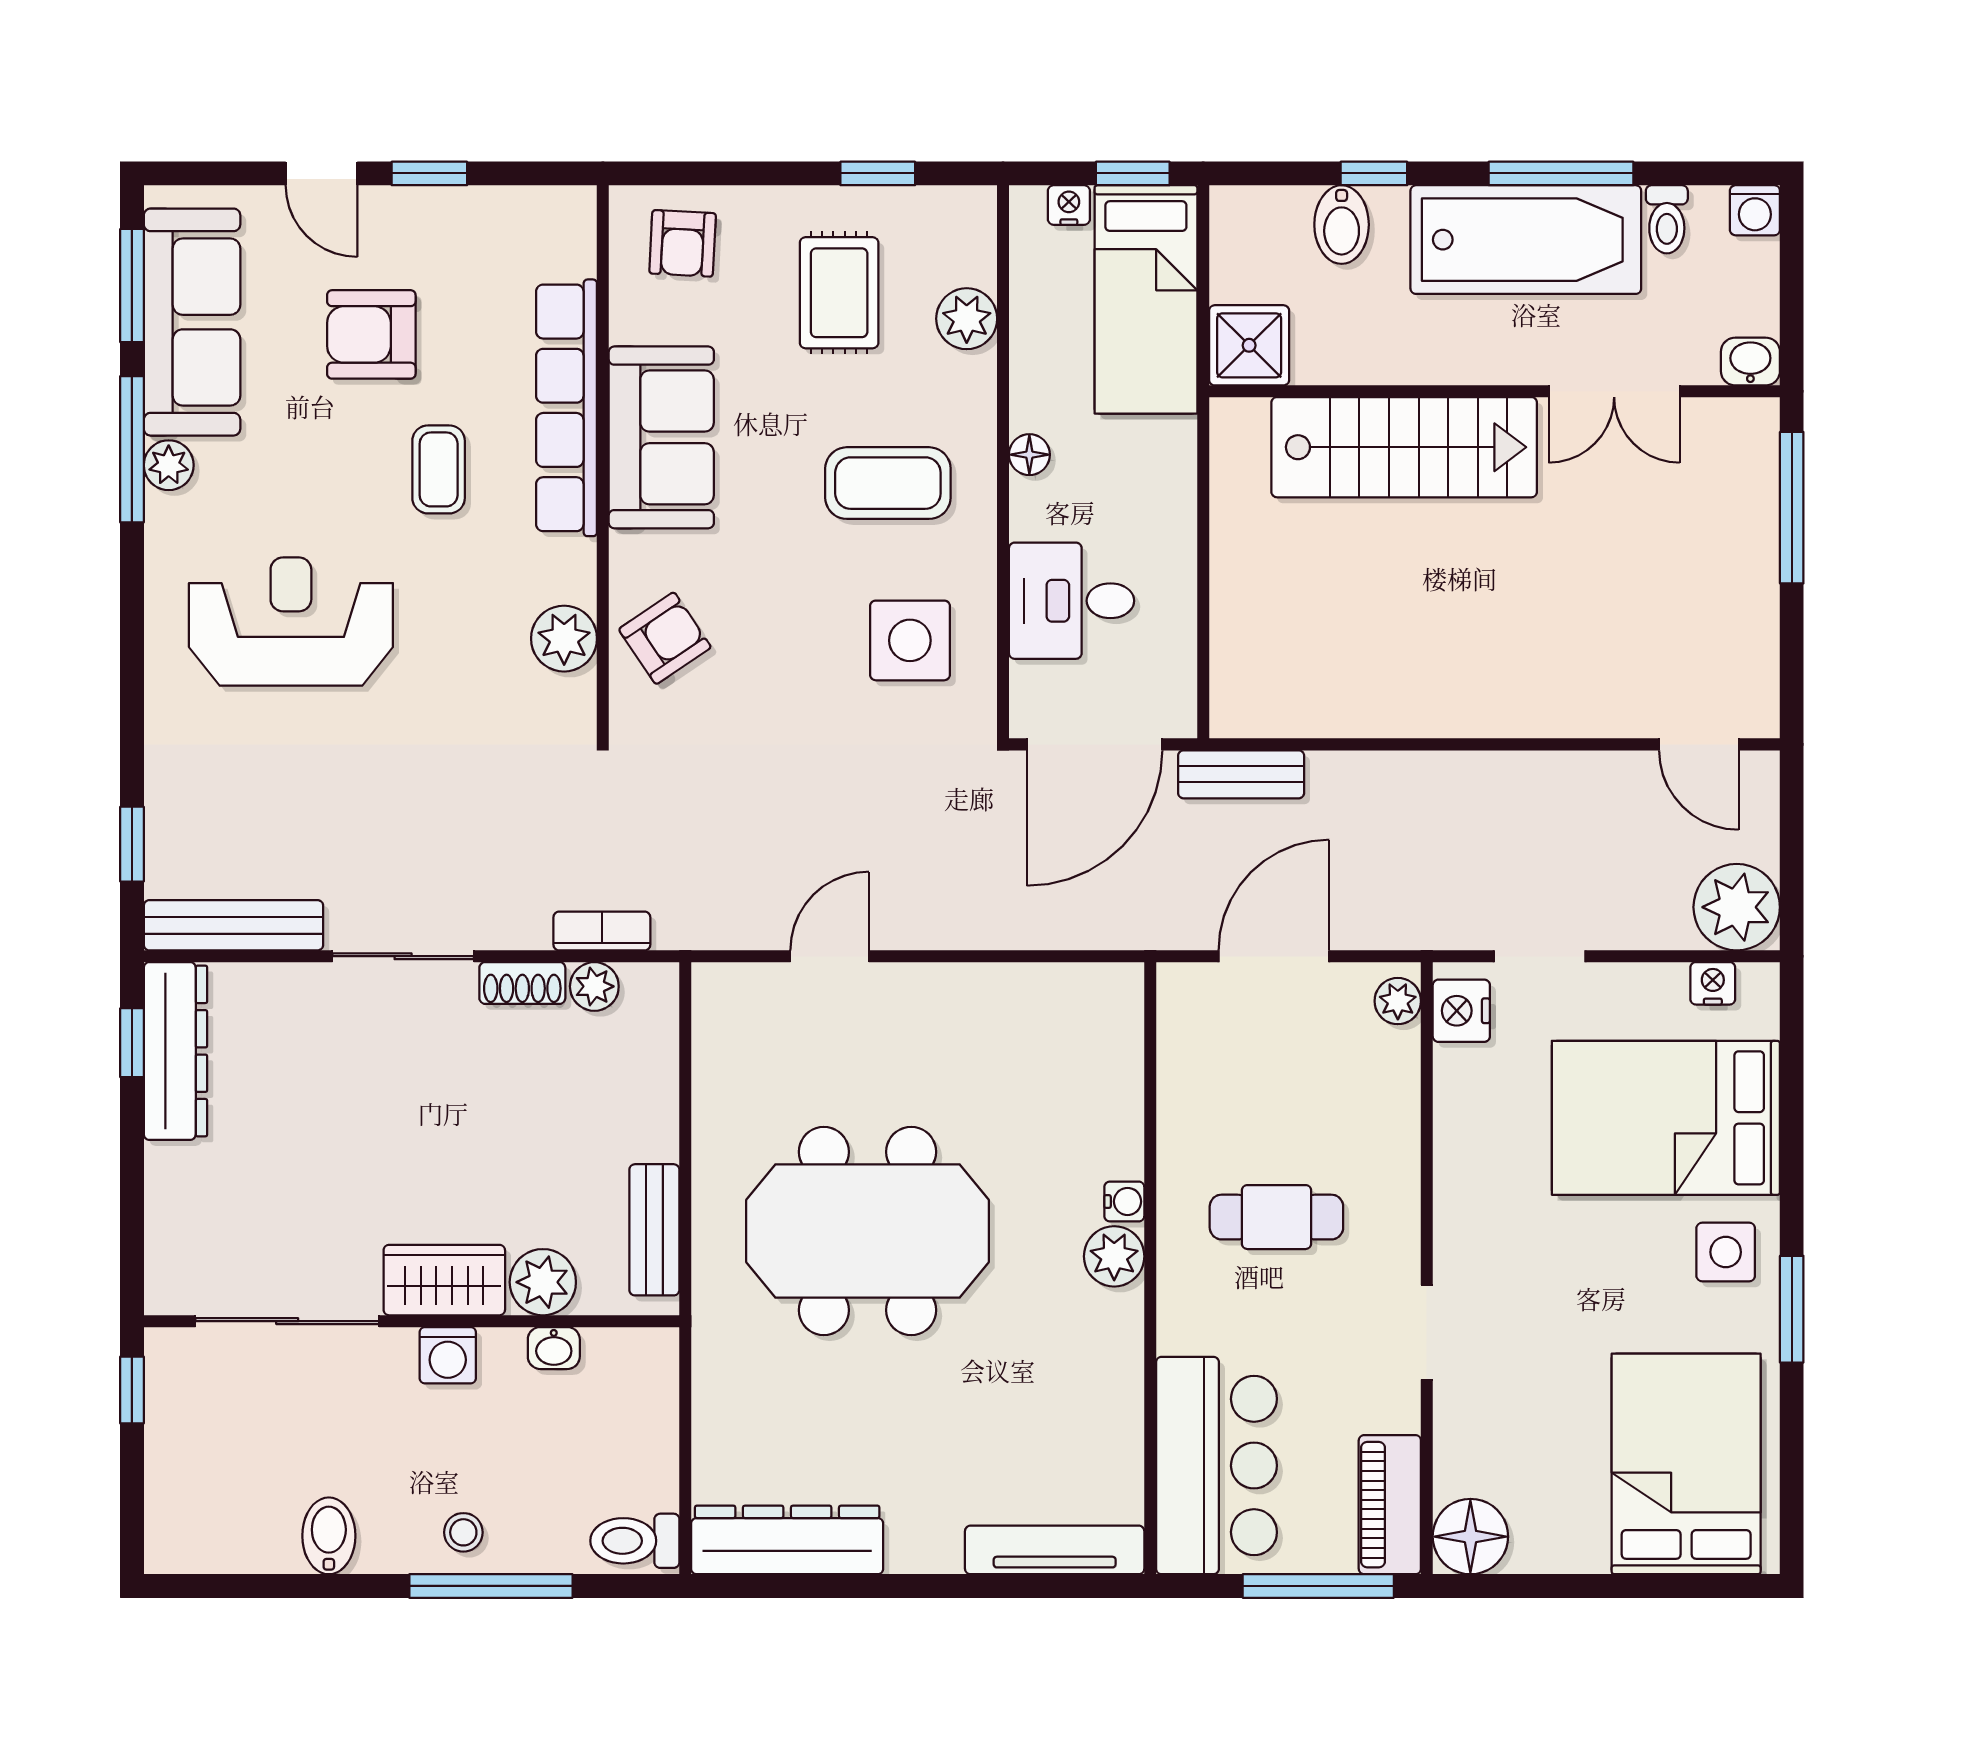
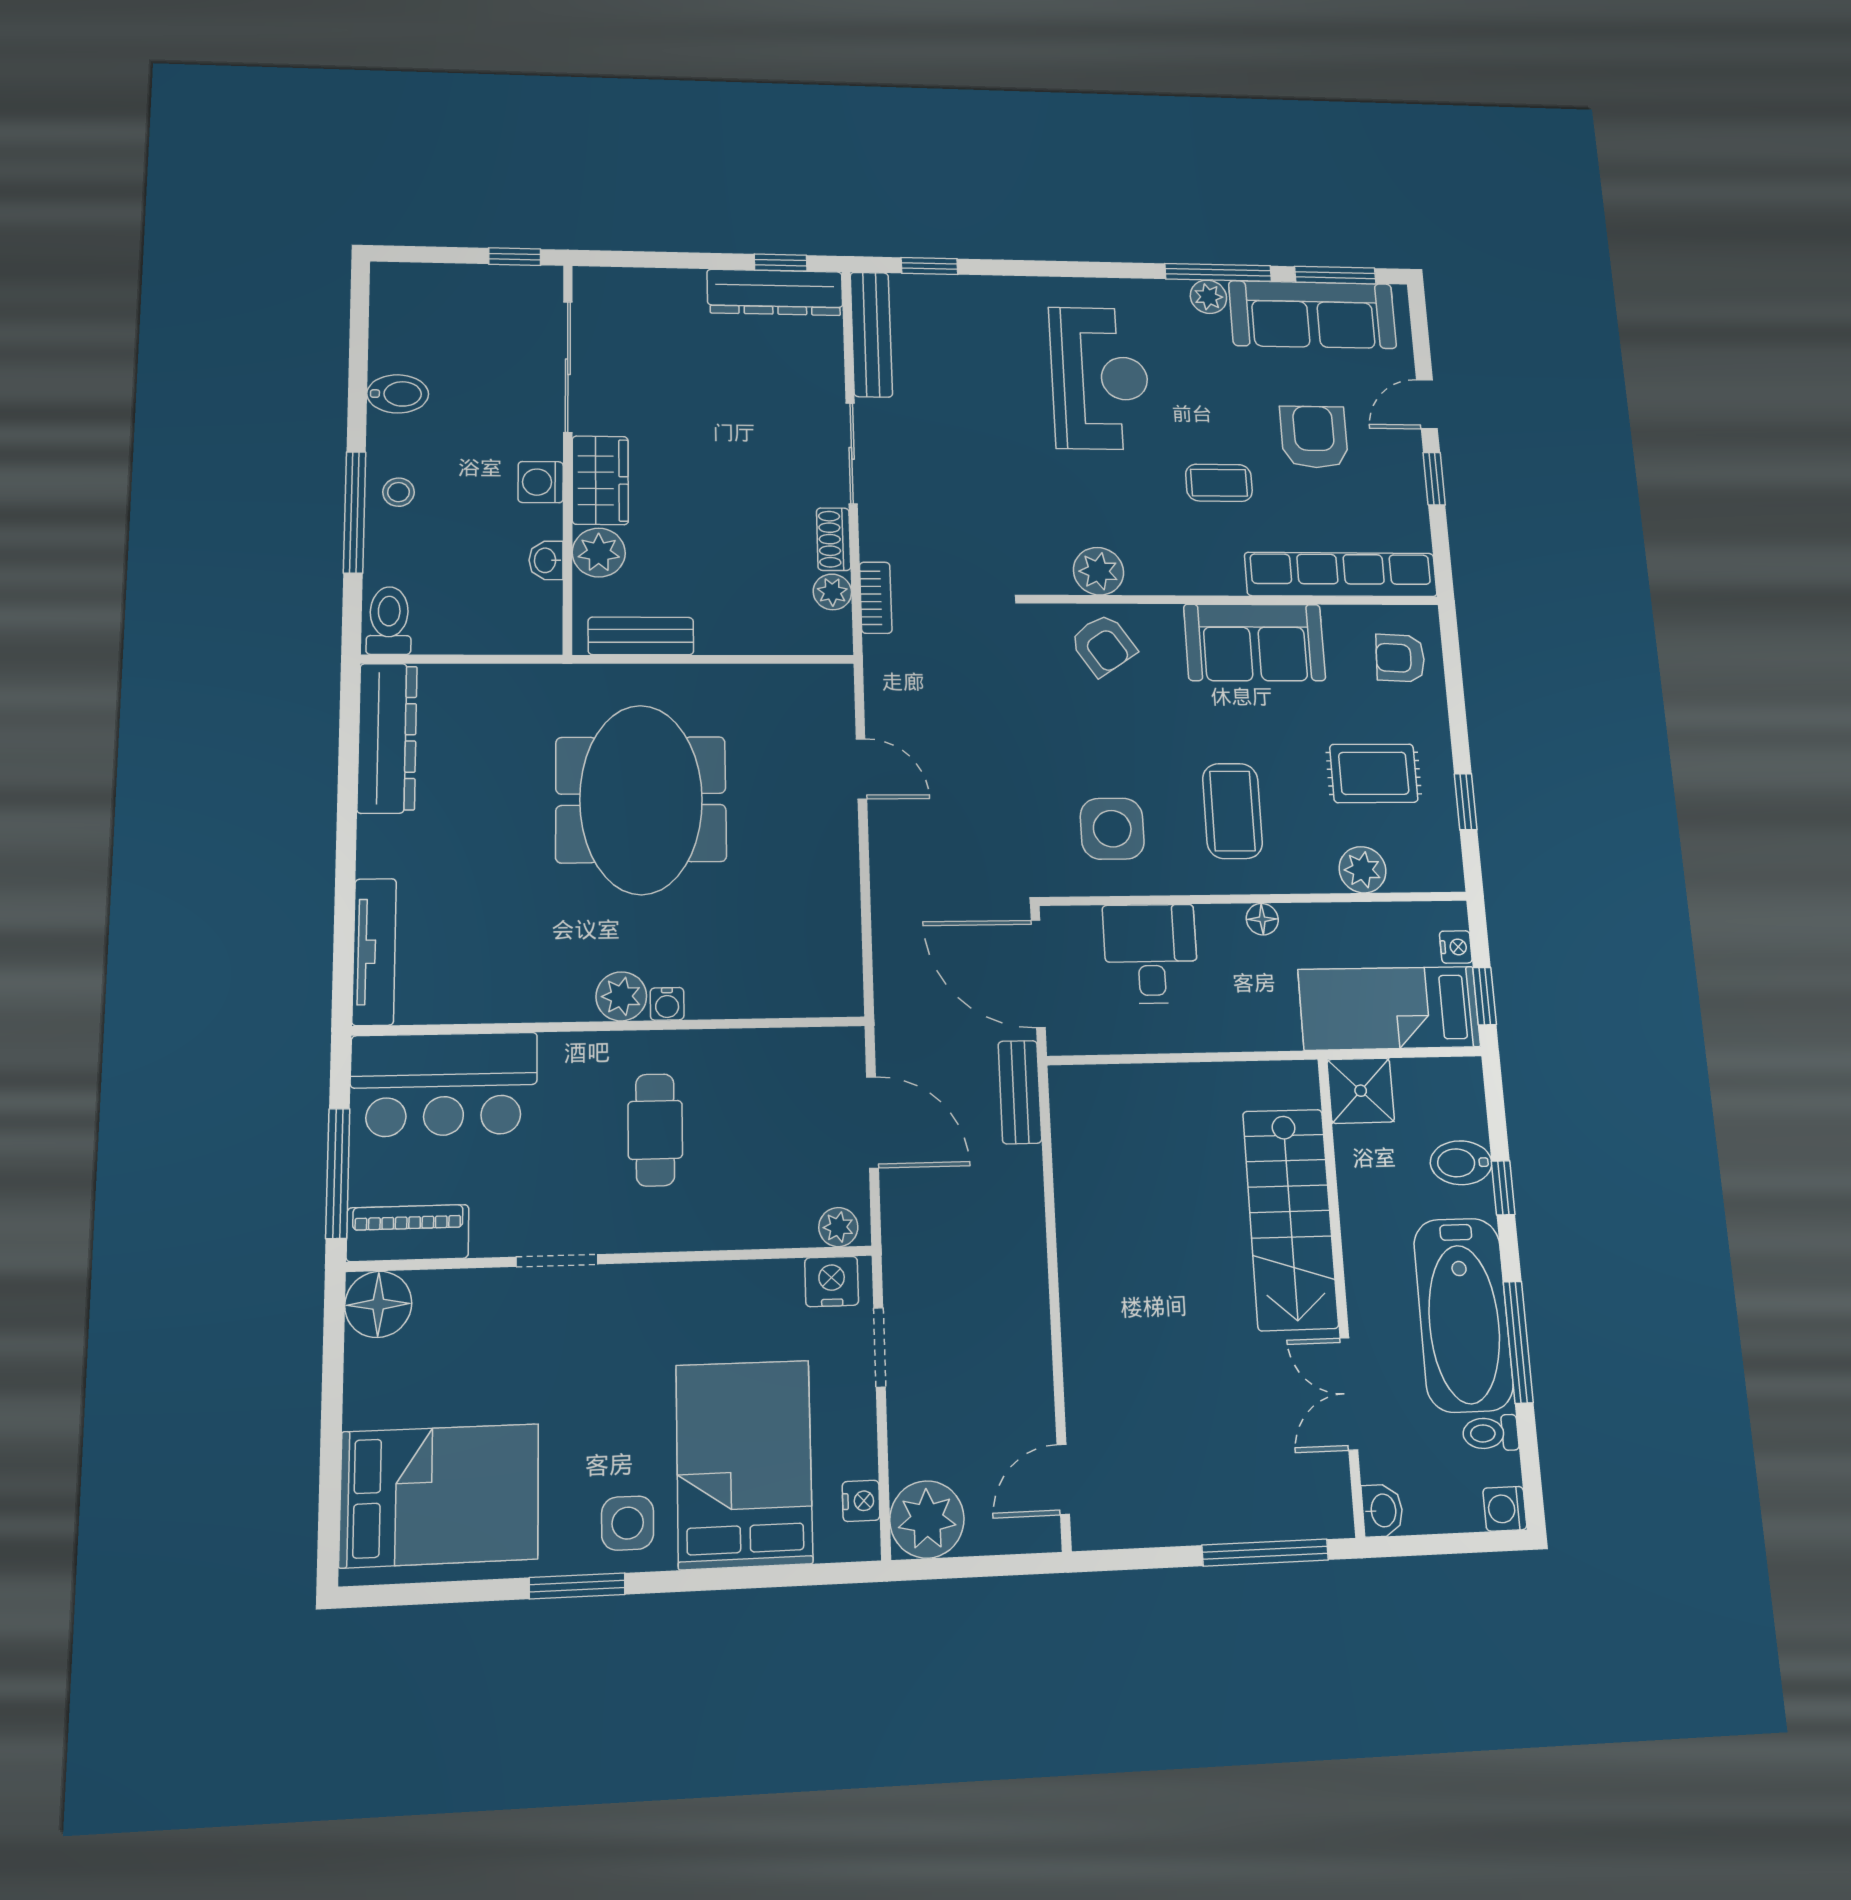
row of seats: (567, 408) -> (1341, 574), moved

